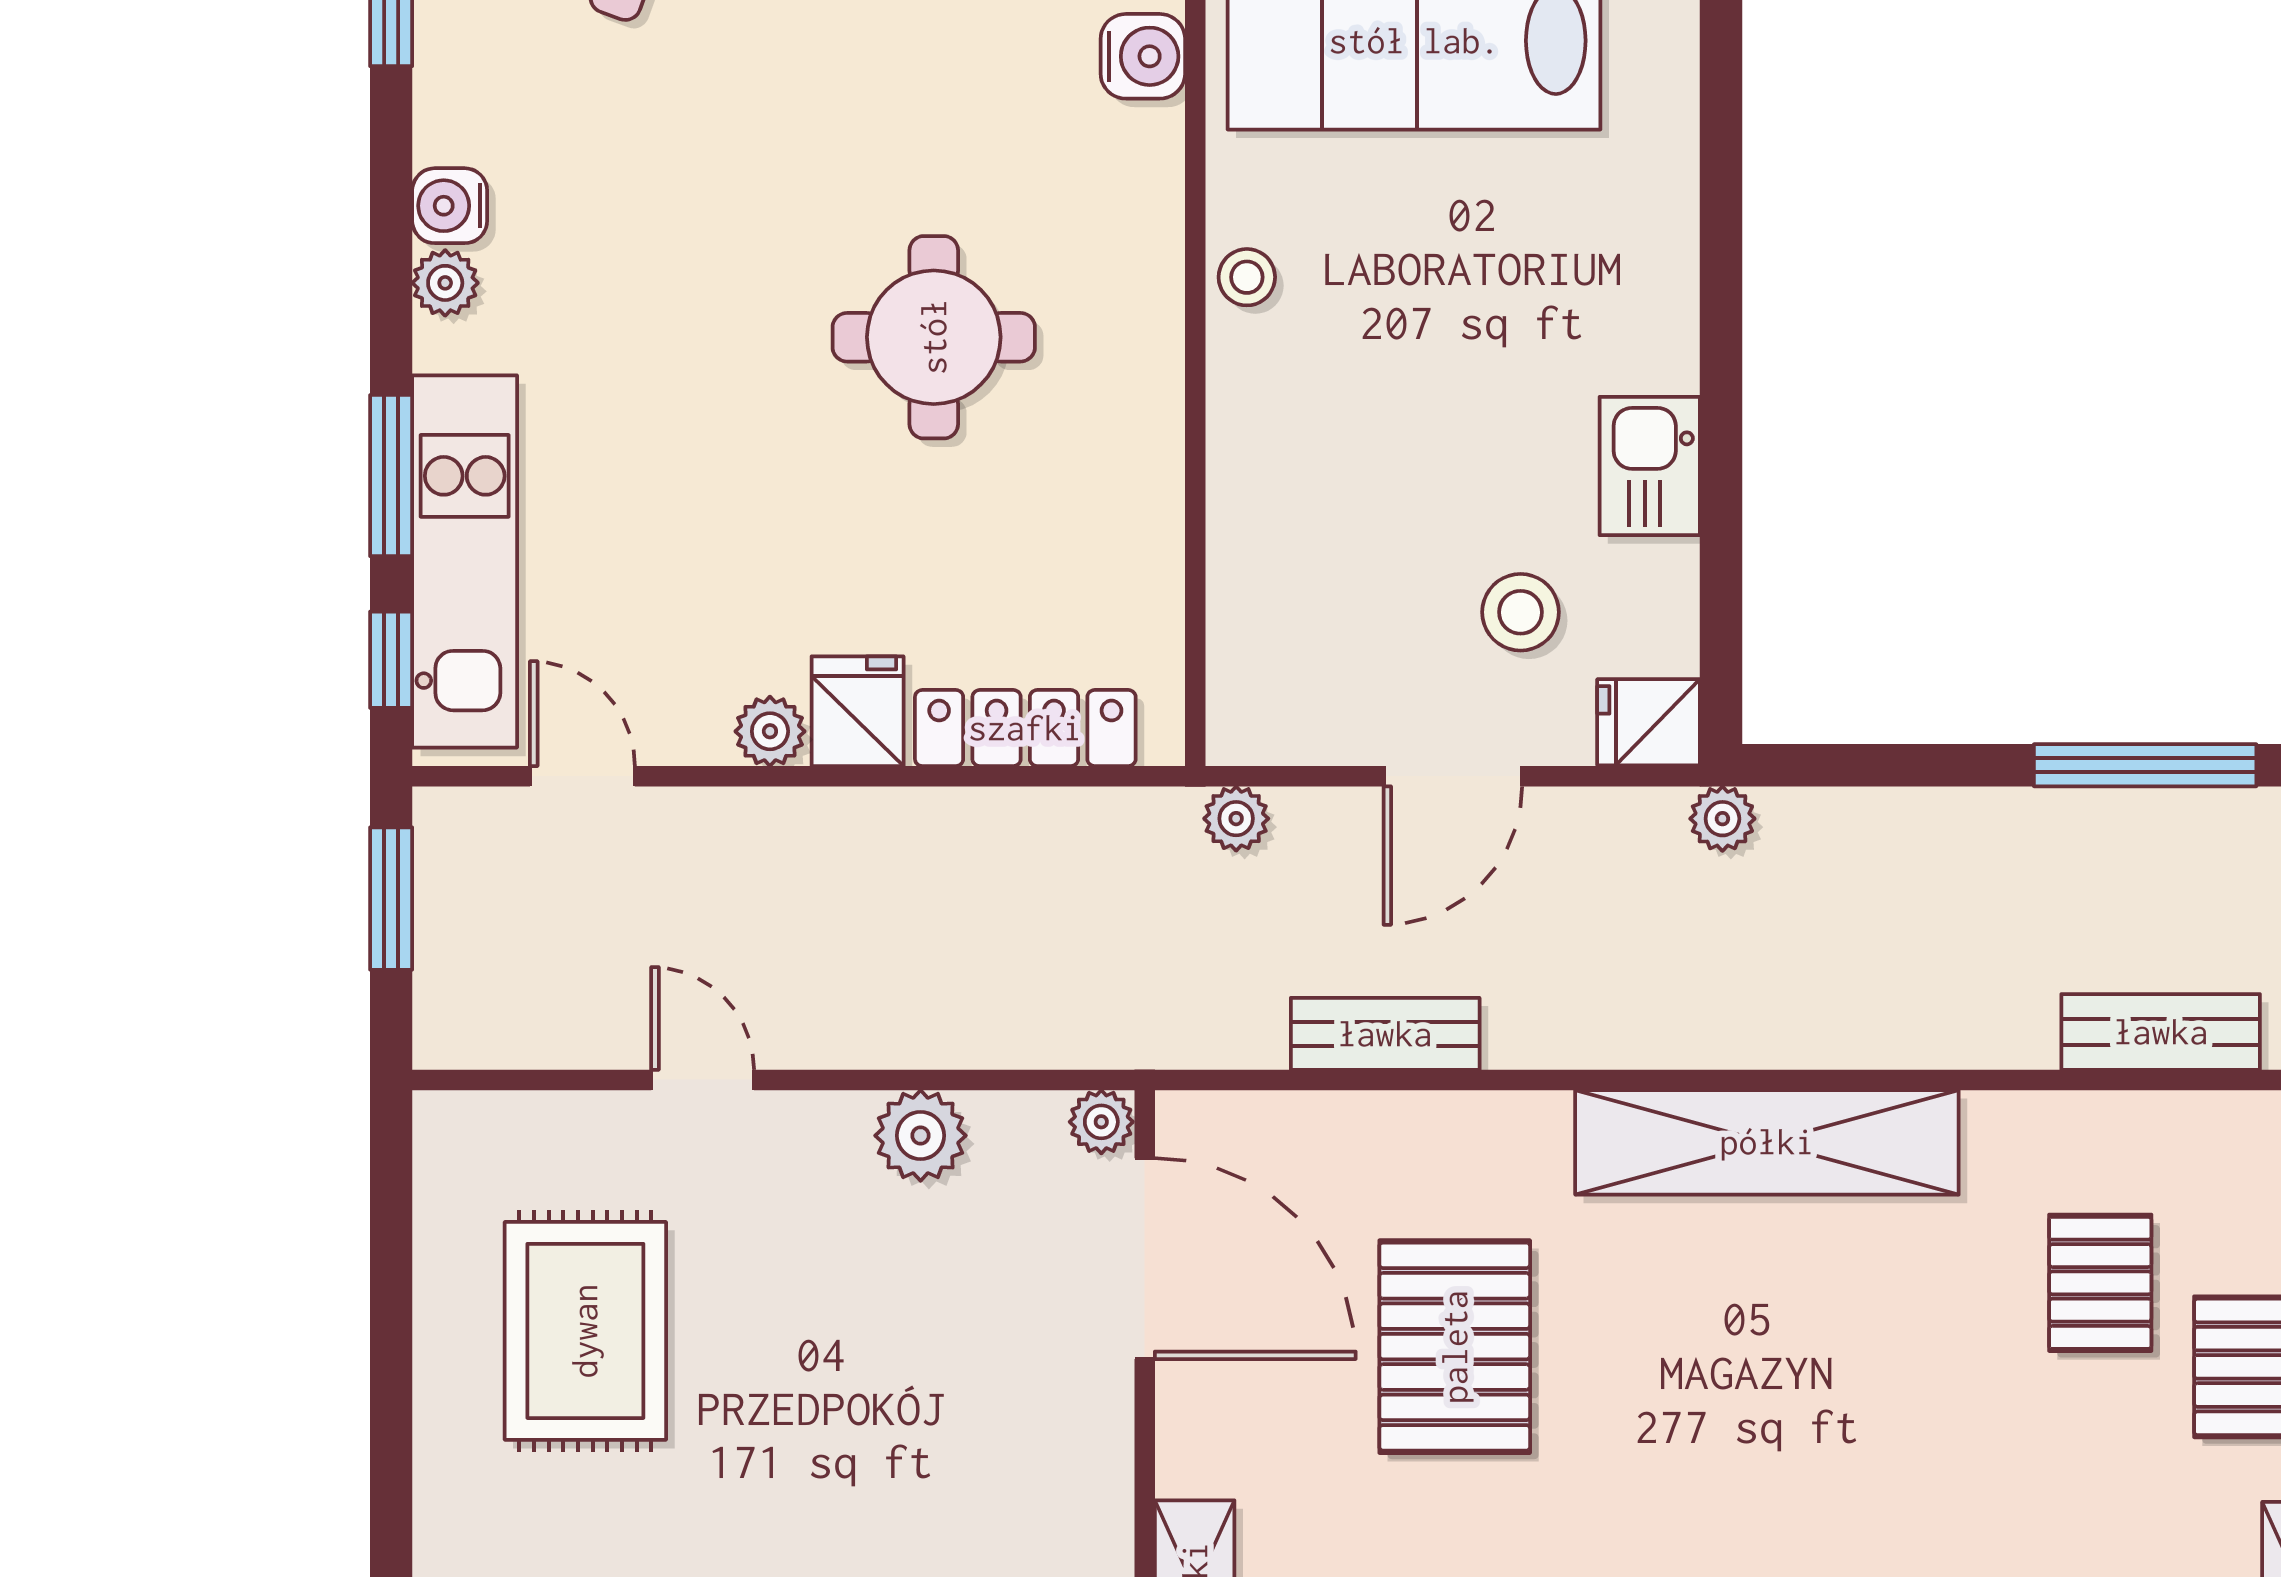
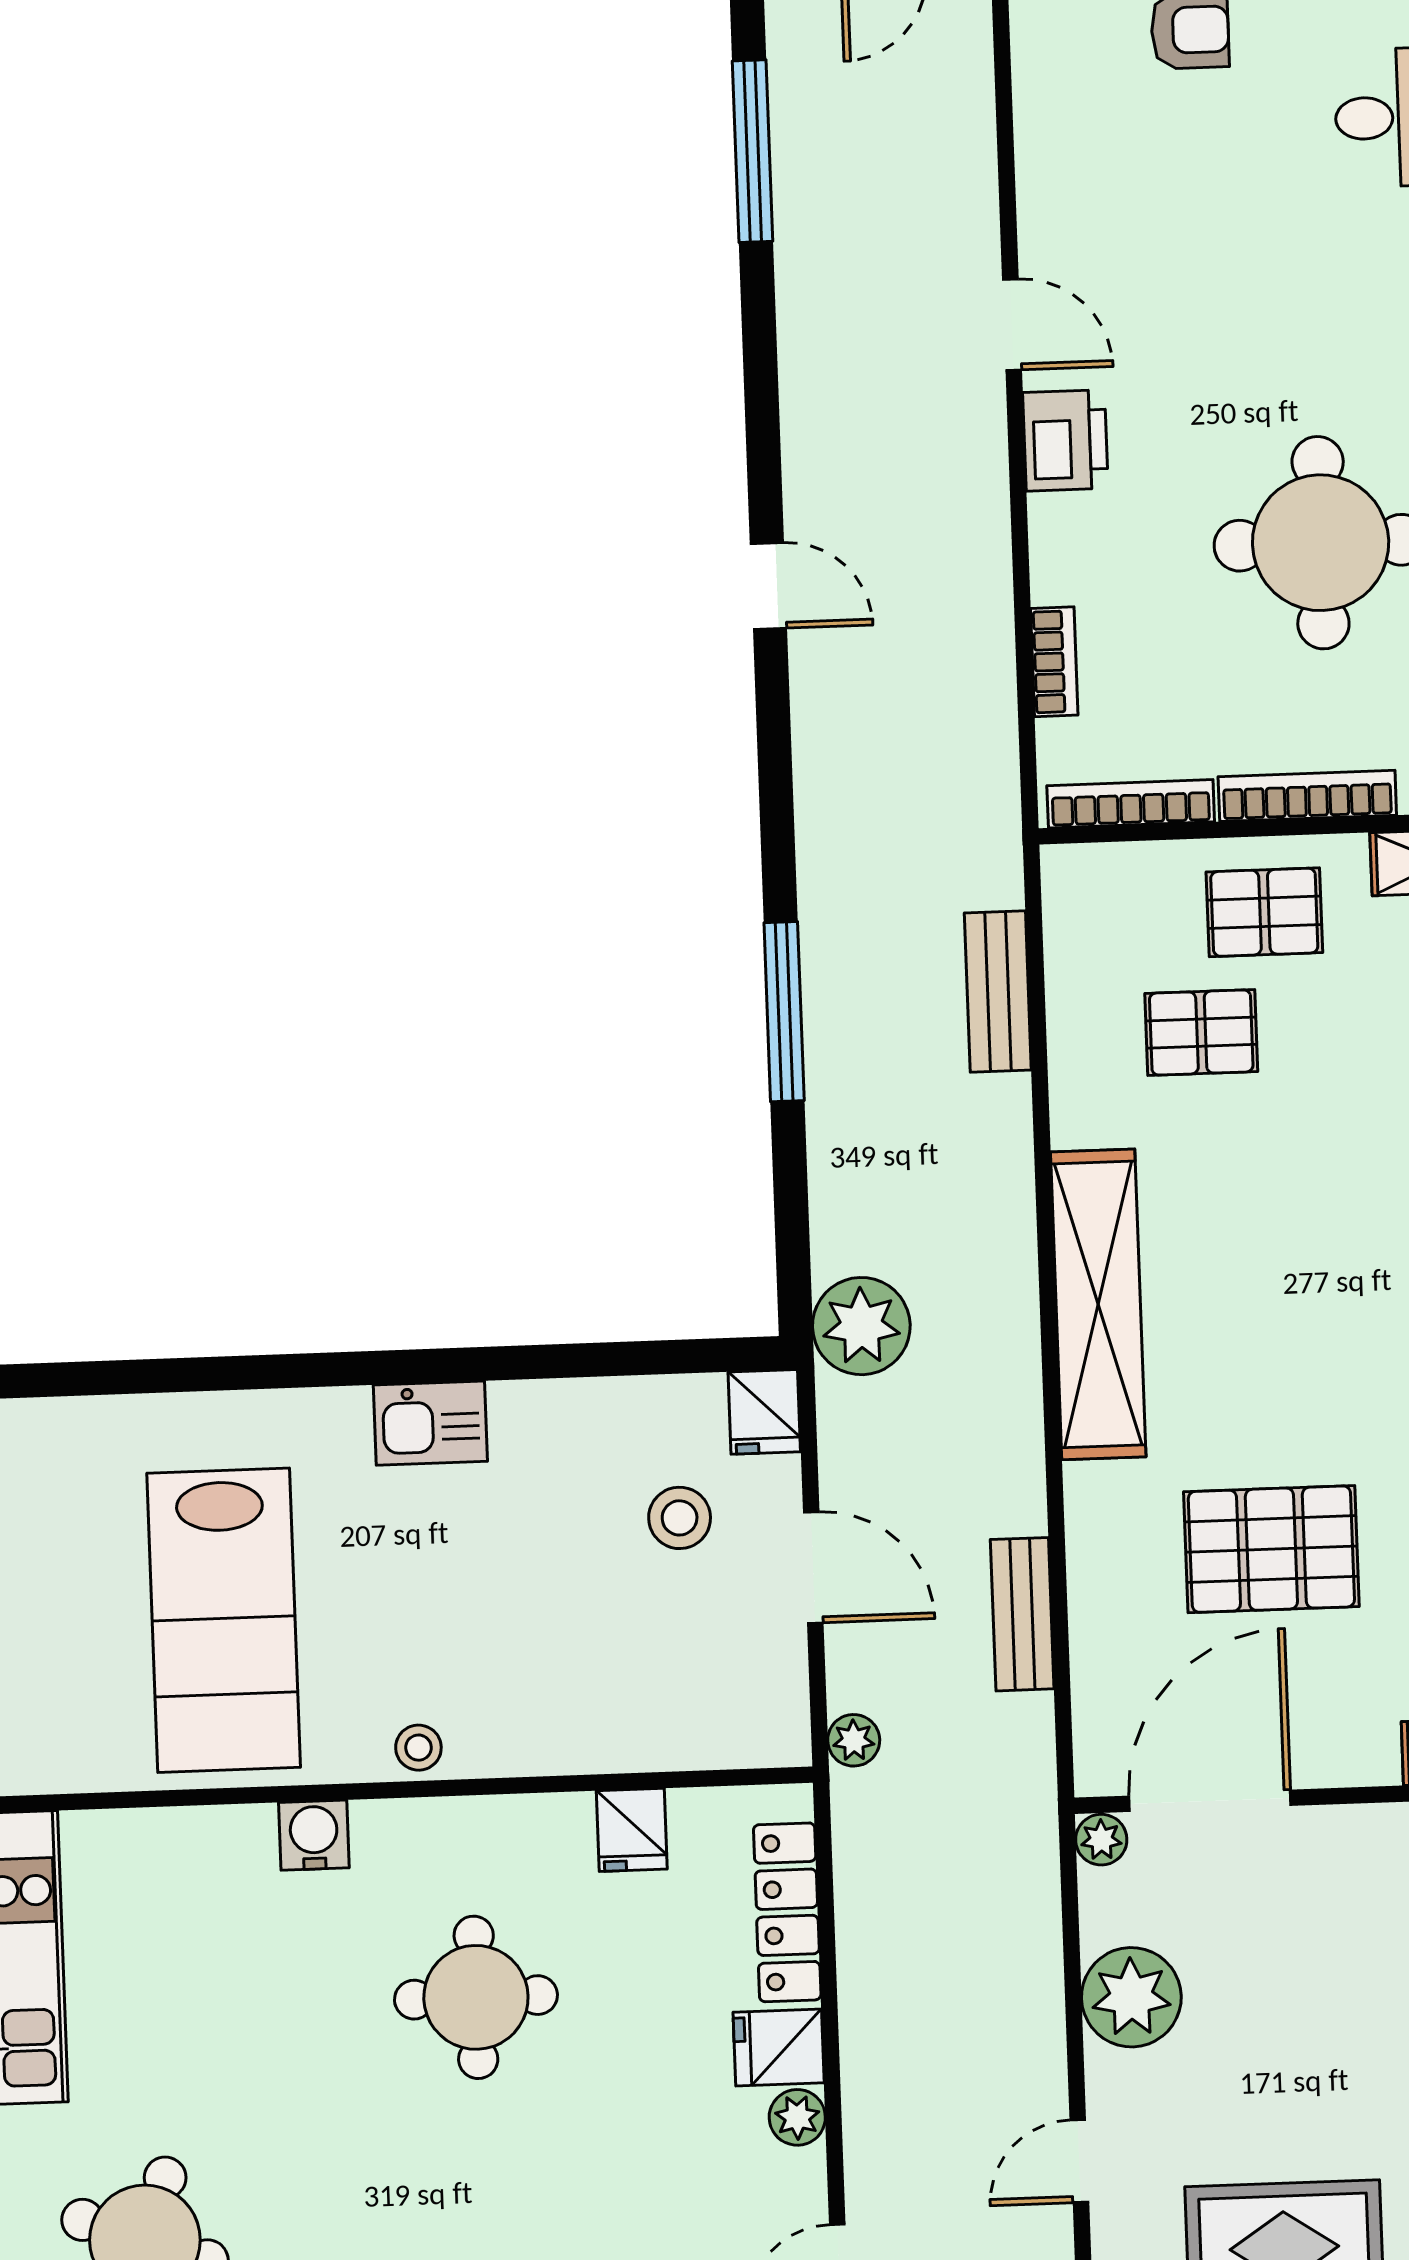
water cooler: (1143, 56) -> (314, 1835), moved
kitchen sink: (1650, 466) -> (430, 1423), moved
fridge: (1135, 539) -> (632, 1830), added
plant: (1722, 819) -> (861, 1326), width x1.87, depth x1.87
plant: (921, 1136) -> (1131, 1997), width x1.36, depth x1.36

